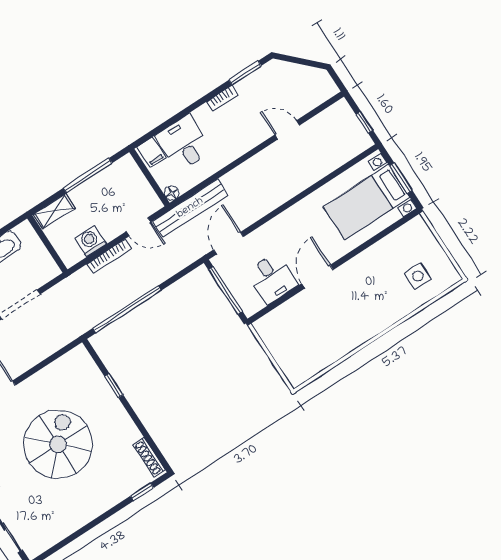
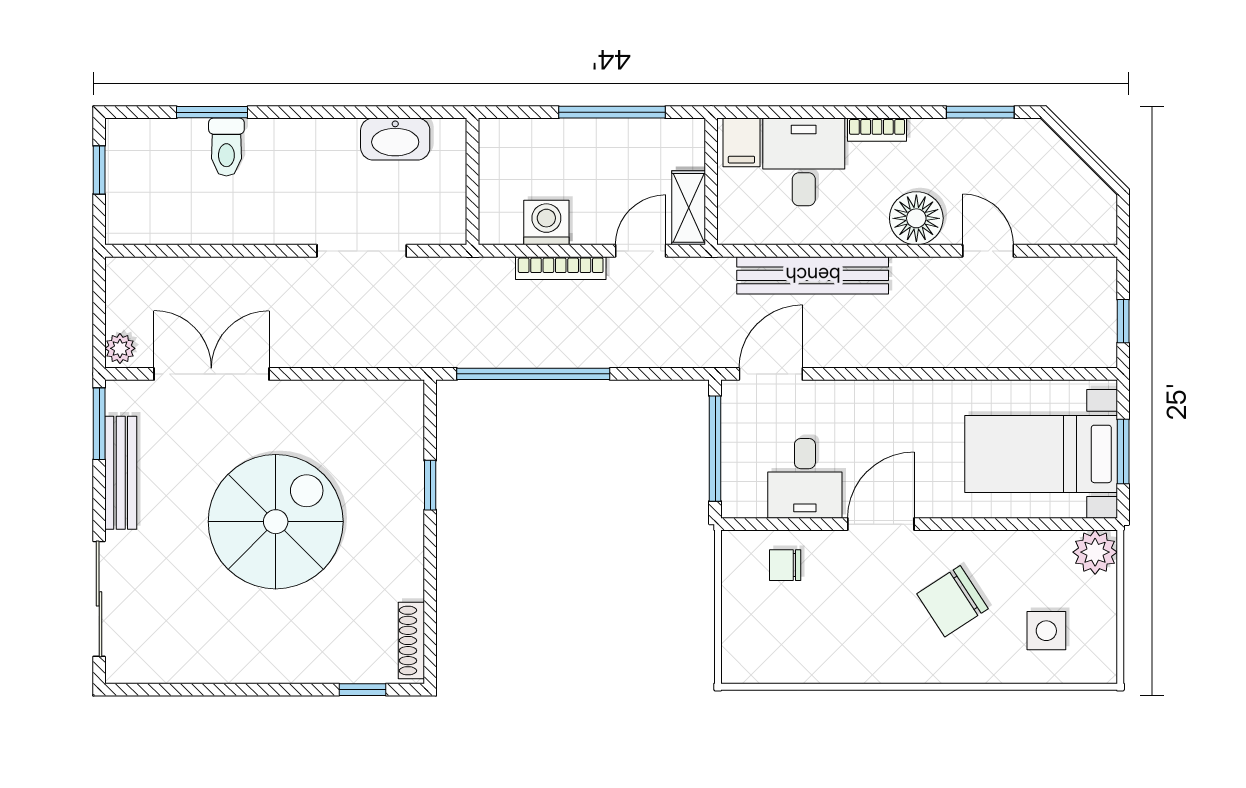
bookcase: (222, 98) -> (877, 130), moved
floor lamp: (172, 193) -> (916, 218), moved, width x1.89, depth x1.89
bench: (190, 208) -> (813, 275), moved
shelving: (54, 211) -> (689, 208), moved, turned 90
door: (139, 227) -> (641, 251), swing flipped
plant: (417, 229) -> (1095, 552), added
chair: (370, 290) -> (952, 601), added
chair: (288, 321) -> (785, 565), added

